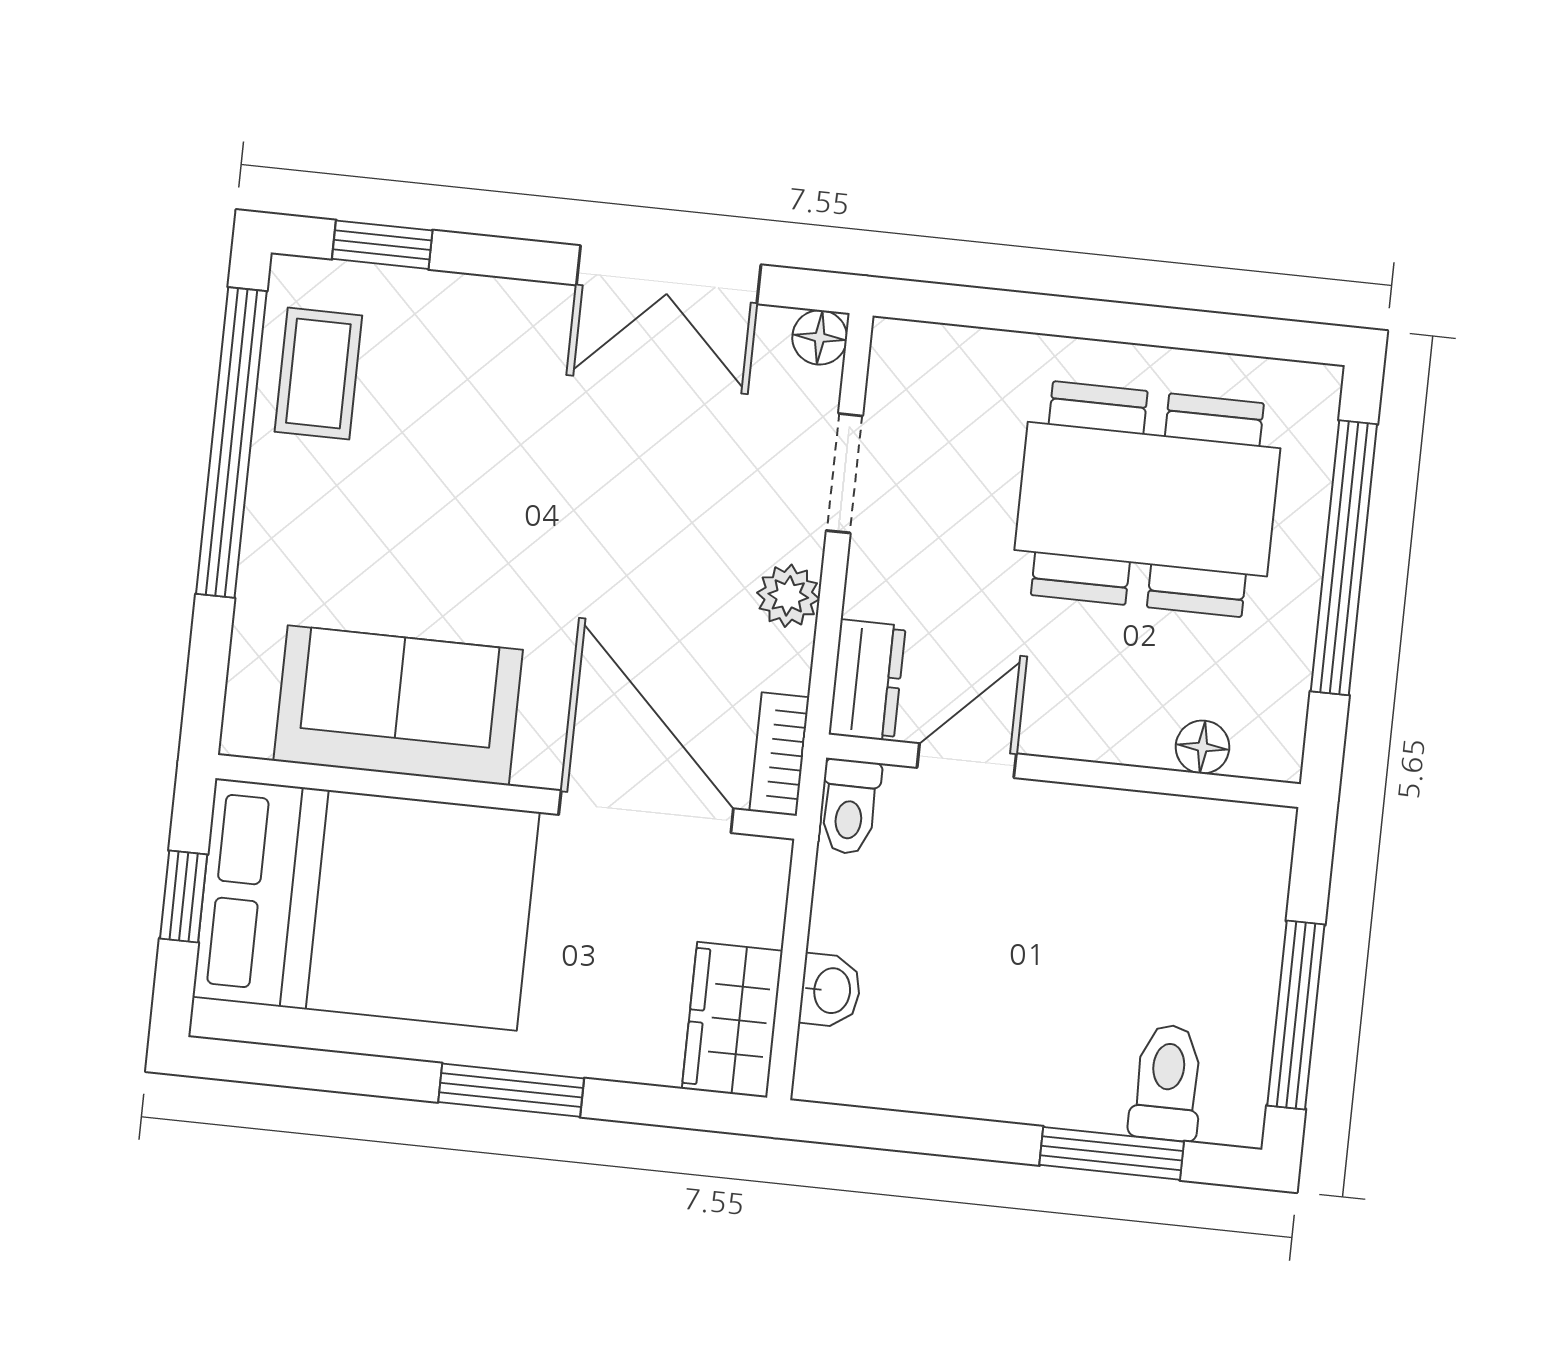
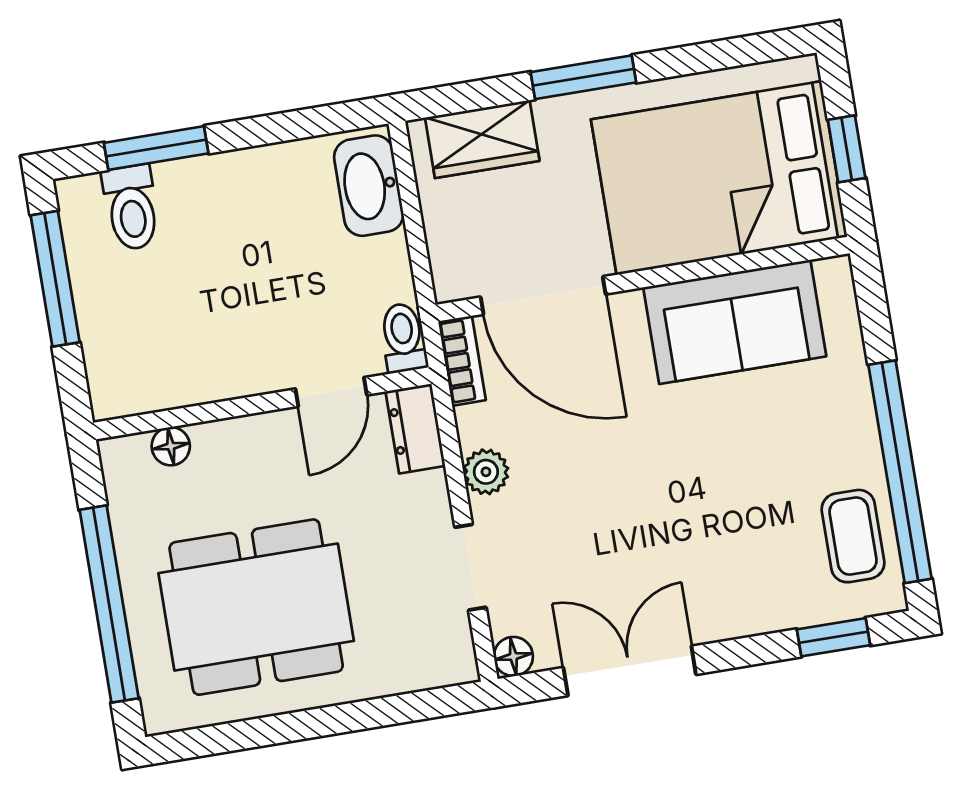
washbasin: (830, 990) -> (369, 186), width x1.91, depth x1.45
wardrobe: (732, 1020) -> (482, 139), moved, turned 90

